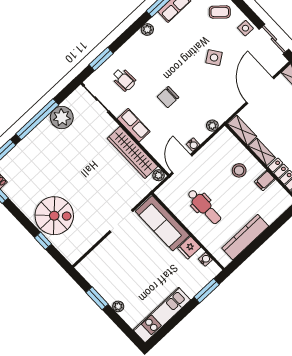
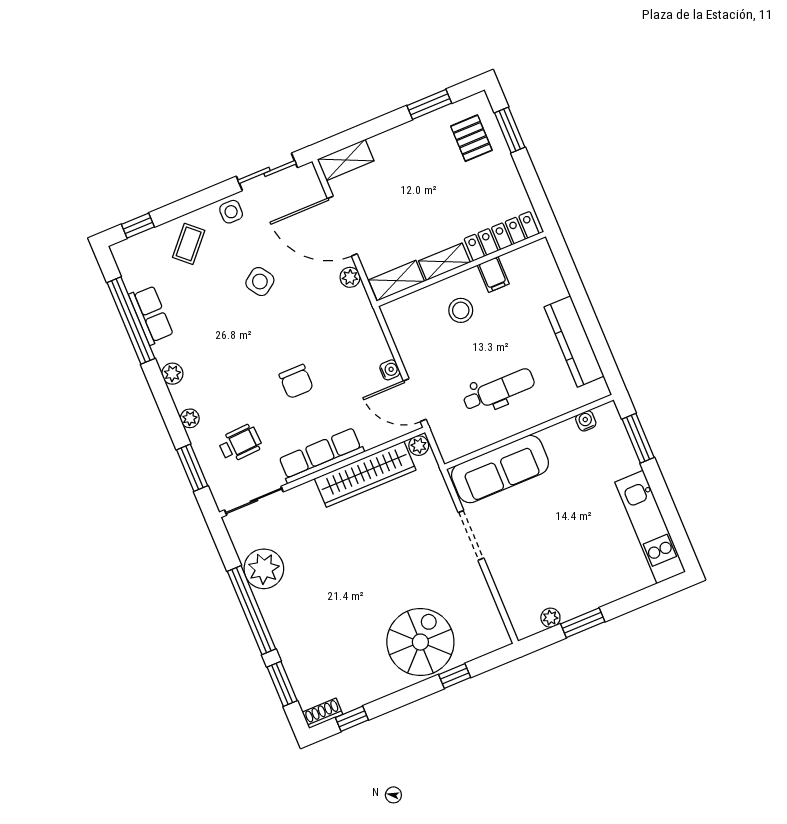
plant: (127, 48) -> (190, 418), added
row of seats: (134, 125) -> (321, 456), width x1.48
plant: (212, 126) -> (350, 277), moved
fridge: (189, 248) -> (557, 440), removed
plant: (118, 306) -> (550, 618), moved

